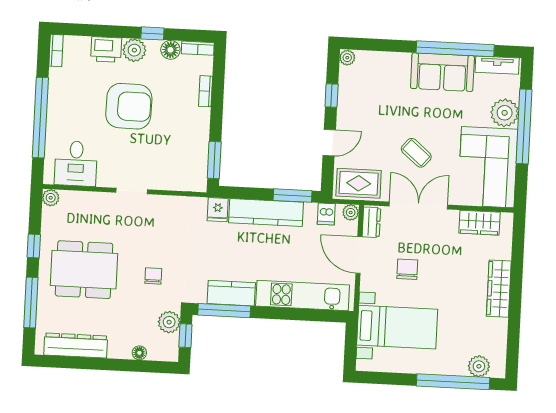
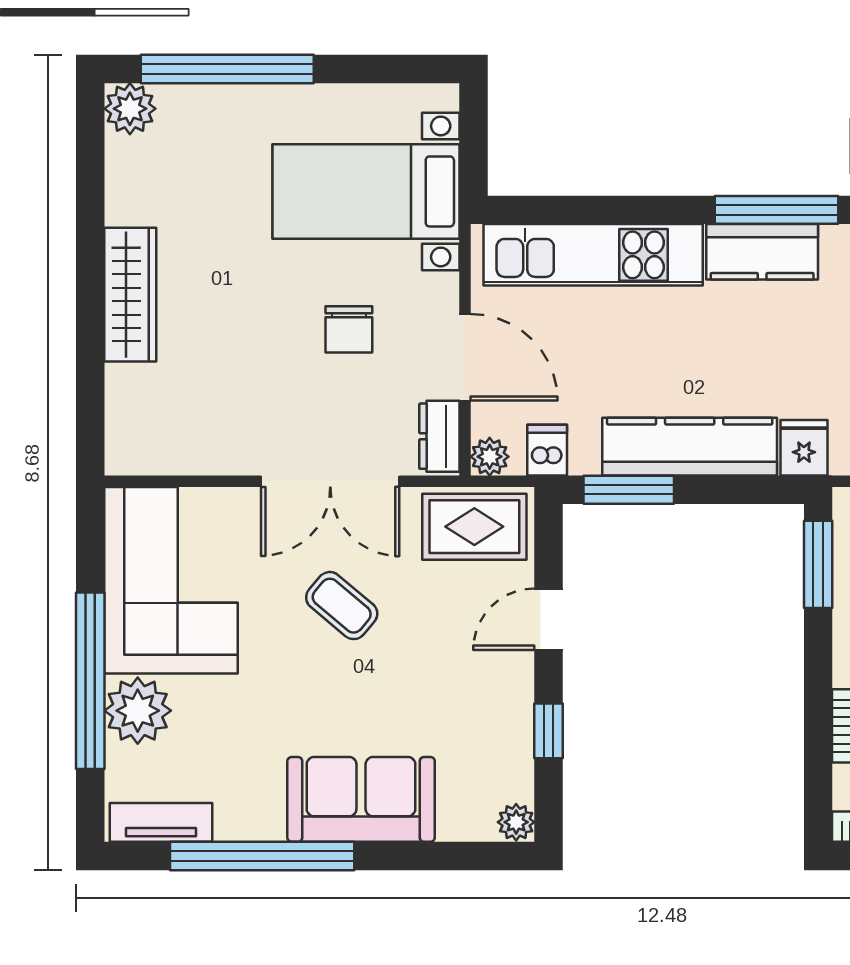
sofa: (442, 72) -> (361, 799), moved
wardrobe: (479, 223) -> (184, 448), removed
plant: (479, 366) -> (130, 109), moved

